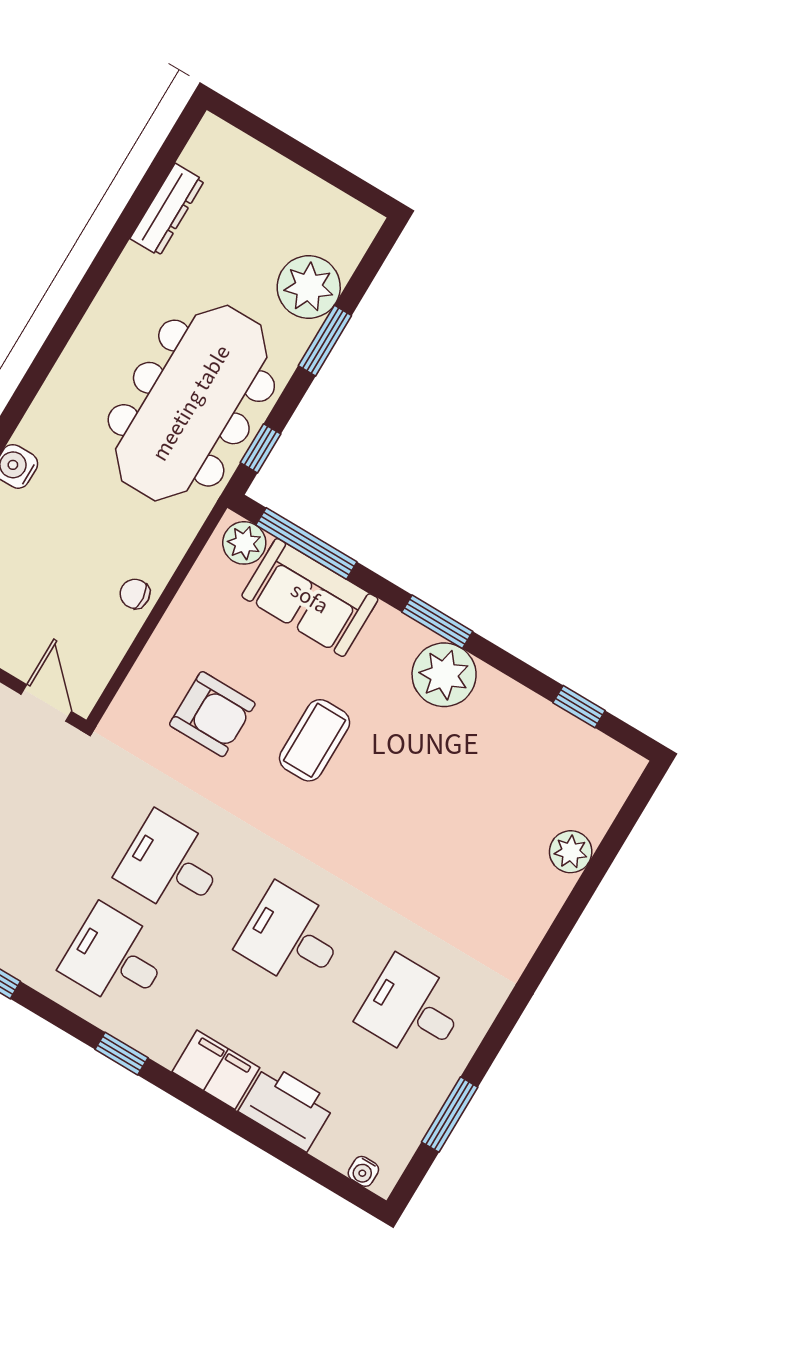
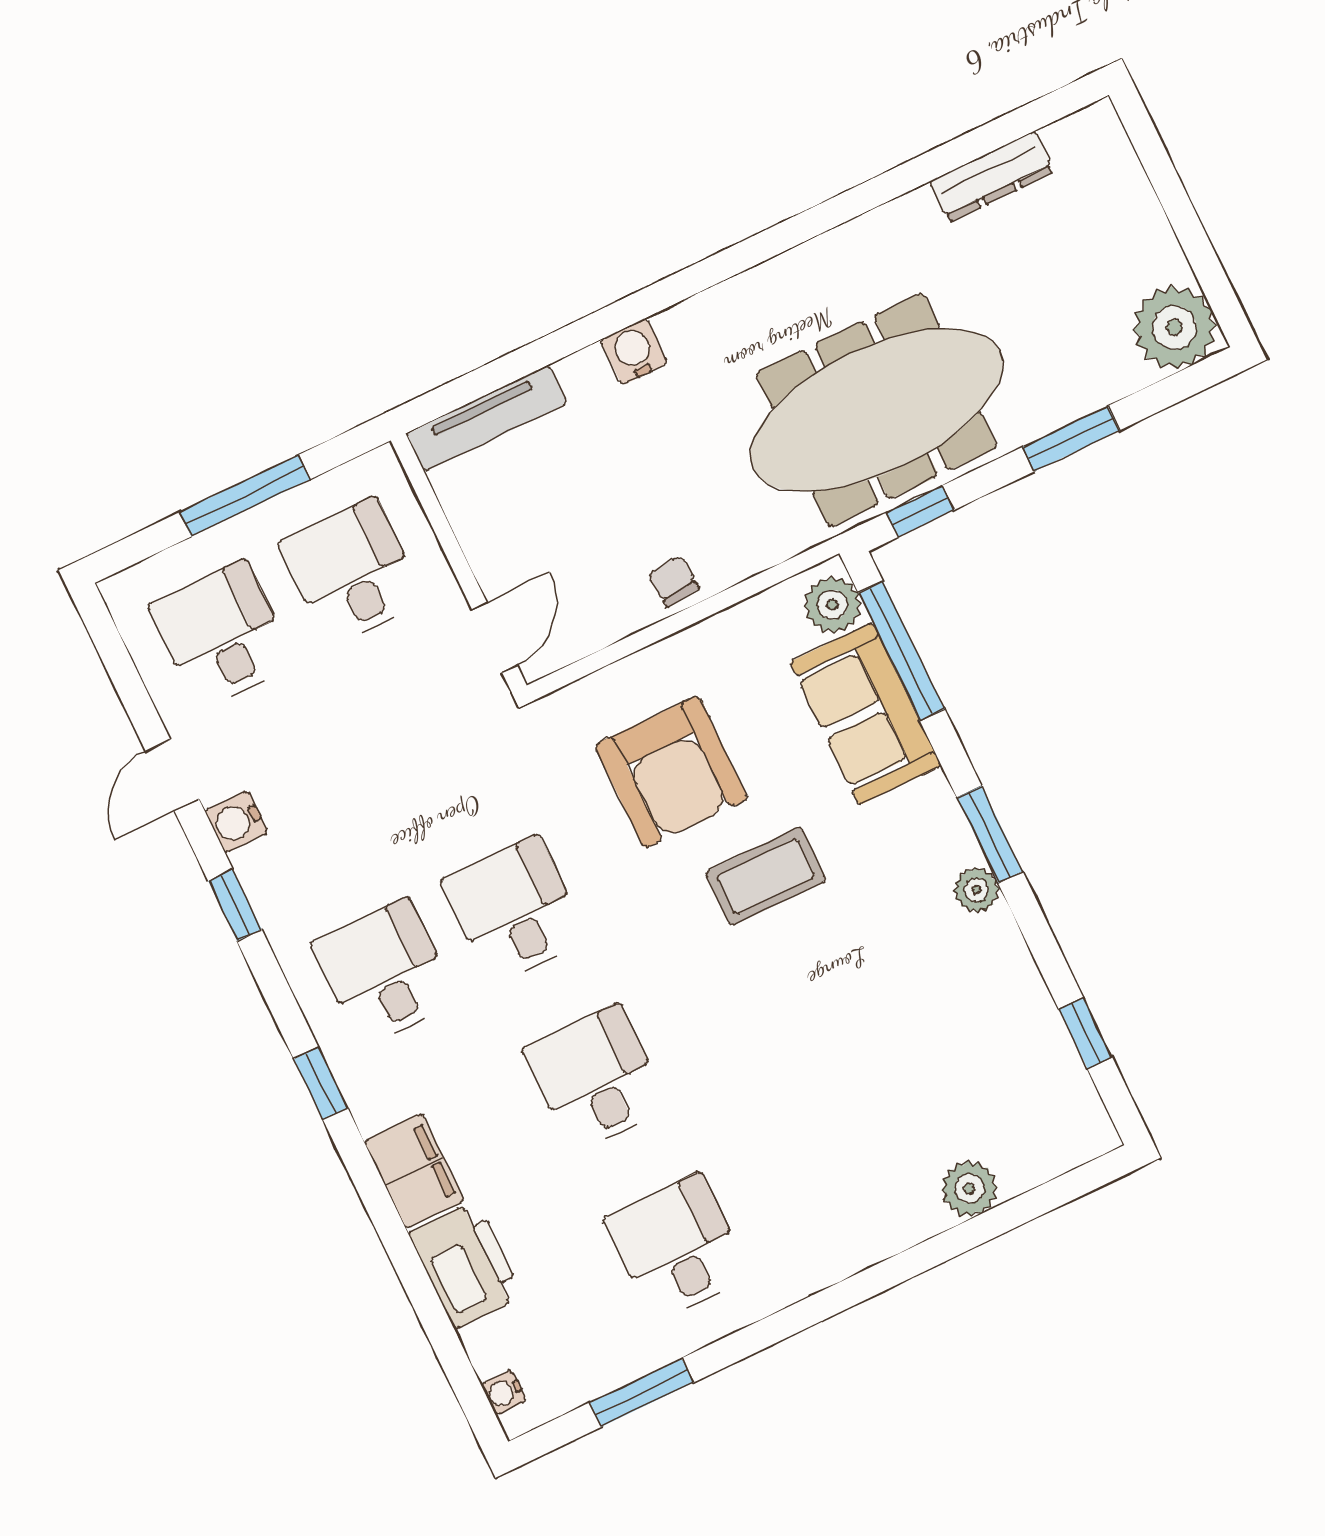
plant: (309, 287) -> (1174, 327), moved
plant: (444, 675) -> (976, 890), width x0.53, depth x0.53
armchair: (212, 714) -> (671, 772), width x1.36, depth x1.36

